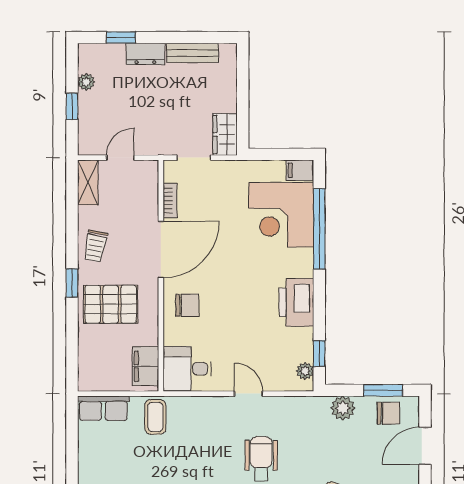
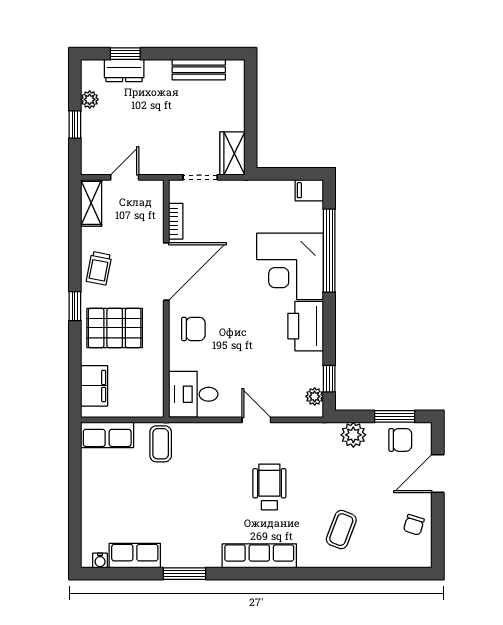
dresser: (145, 54) -> (124, 71), moved
corner desk: (281, 215) -> (290, 266), moved
filing cabinet: (145, 366) -> (94, 386), moved, turned 180

